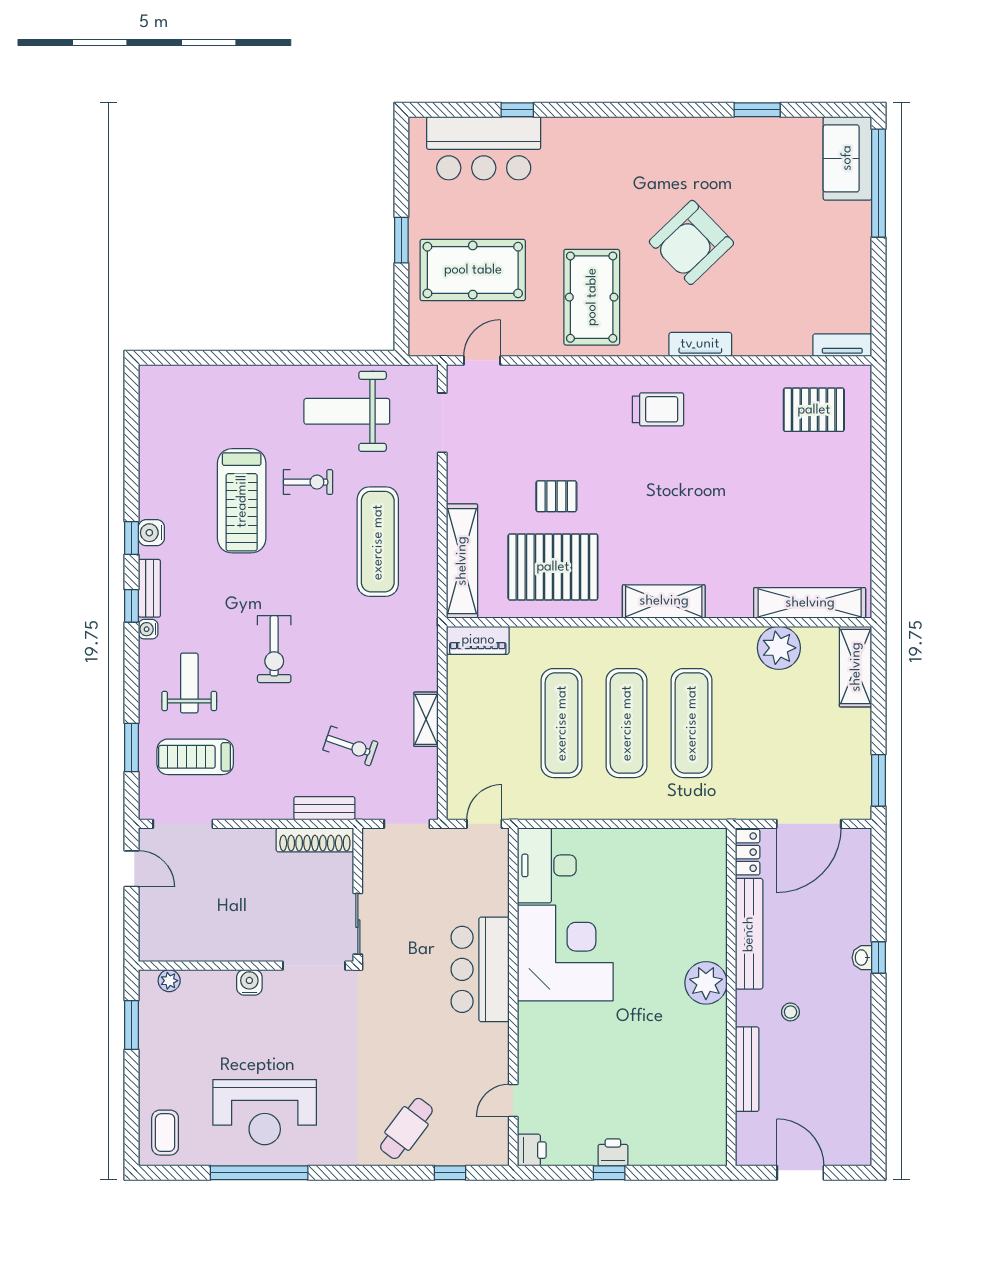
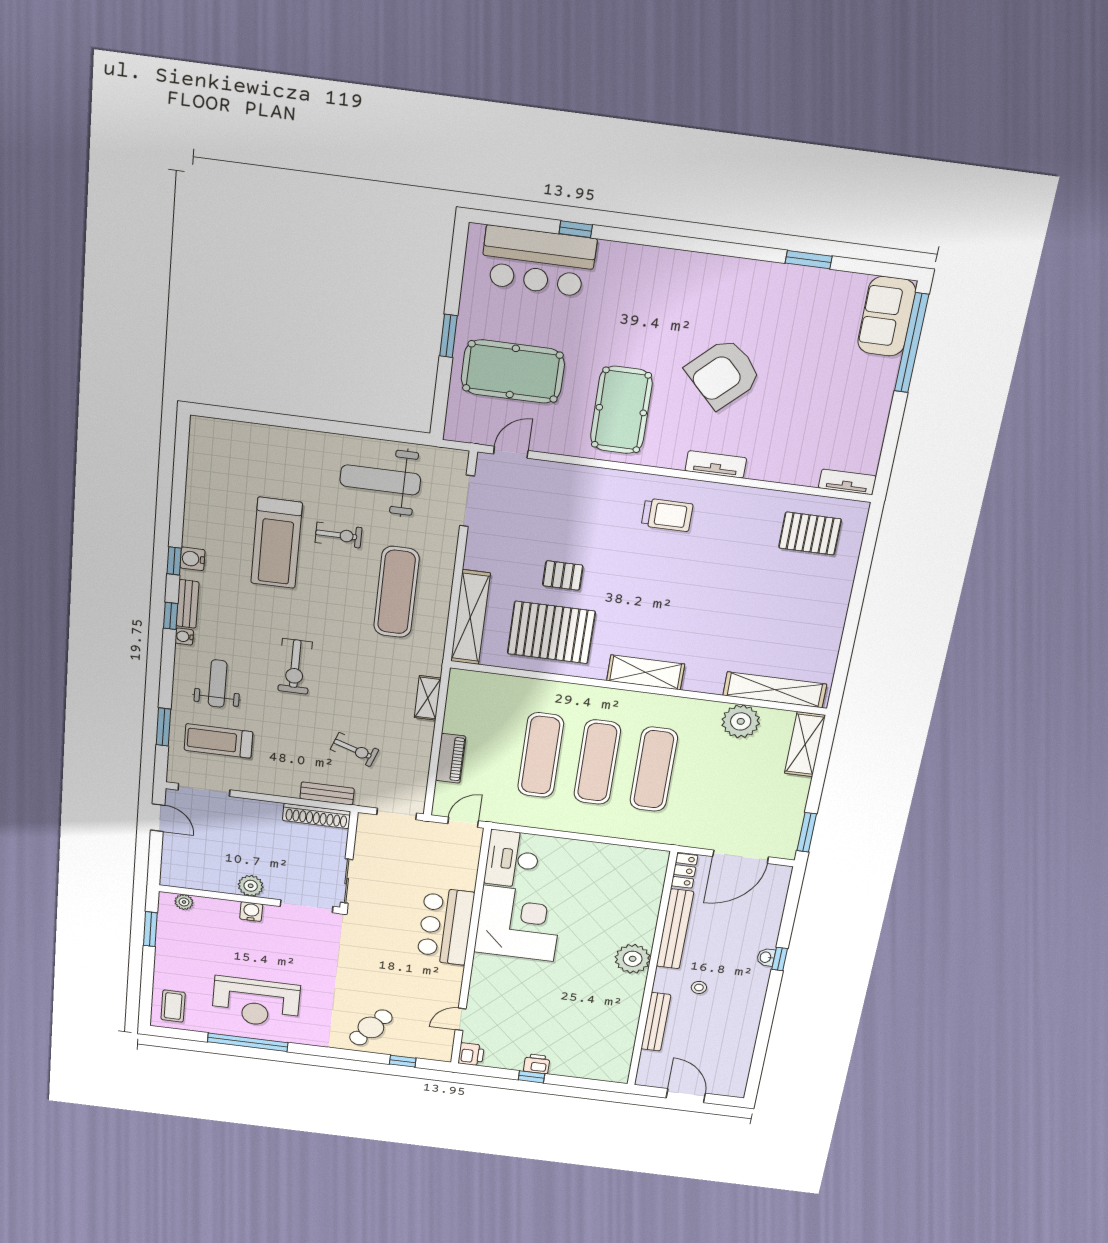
piano: (478, 640) -> (451, 758), moved, turned -90
shelving: (426, 719) -> (428, 698), moved
plant: (246, 947) -> (251, 886), added

